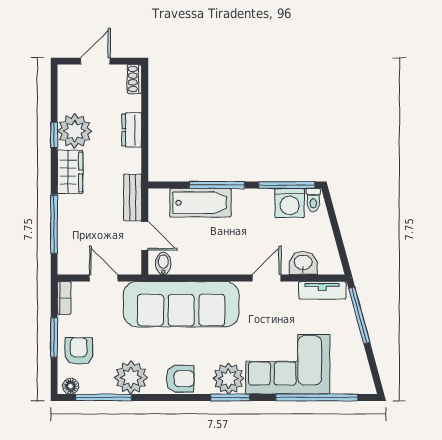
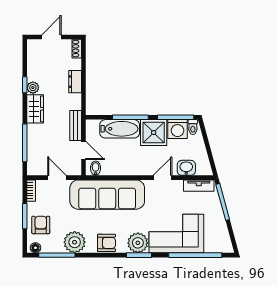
plant: (75, 131) -> (33, 88), width x0.53, depth x0.53
shower: (253, 208) -> (154, 133), added

